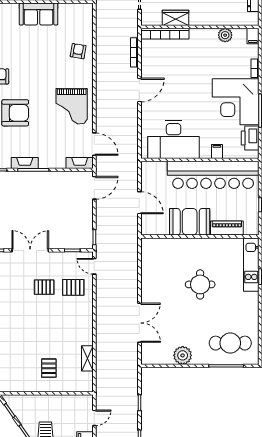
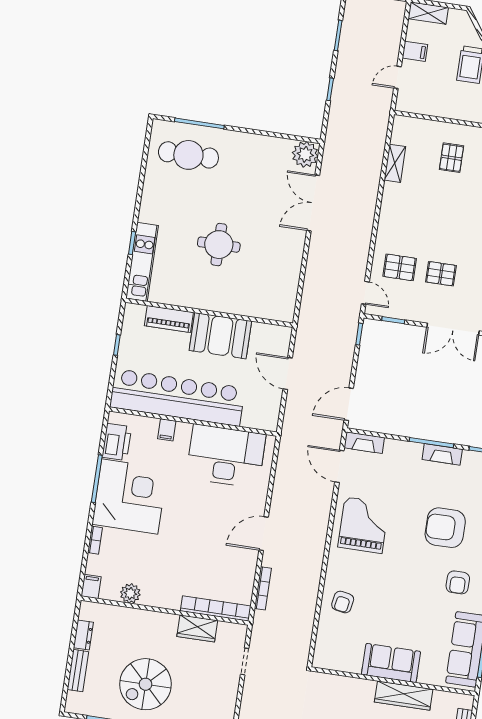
plant: (183, 355) -> (305, 154), moved

